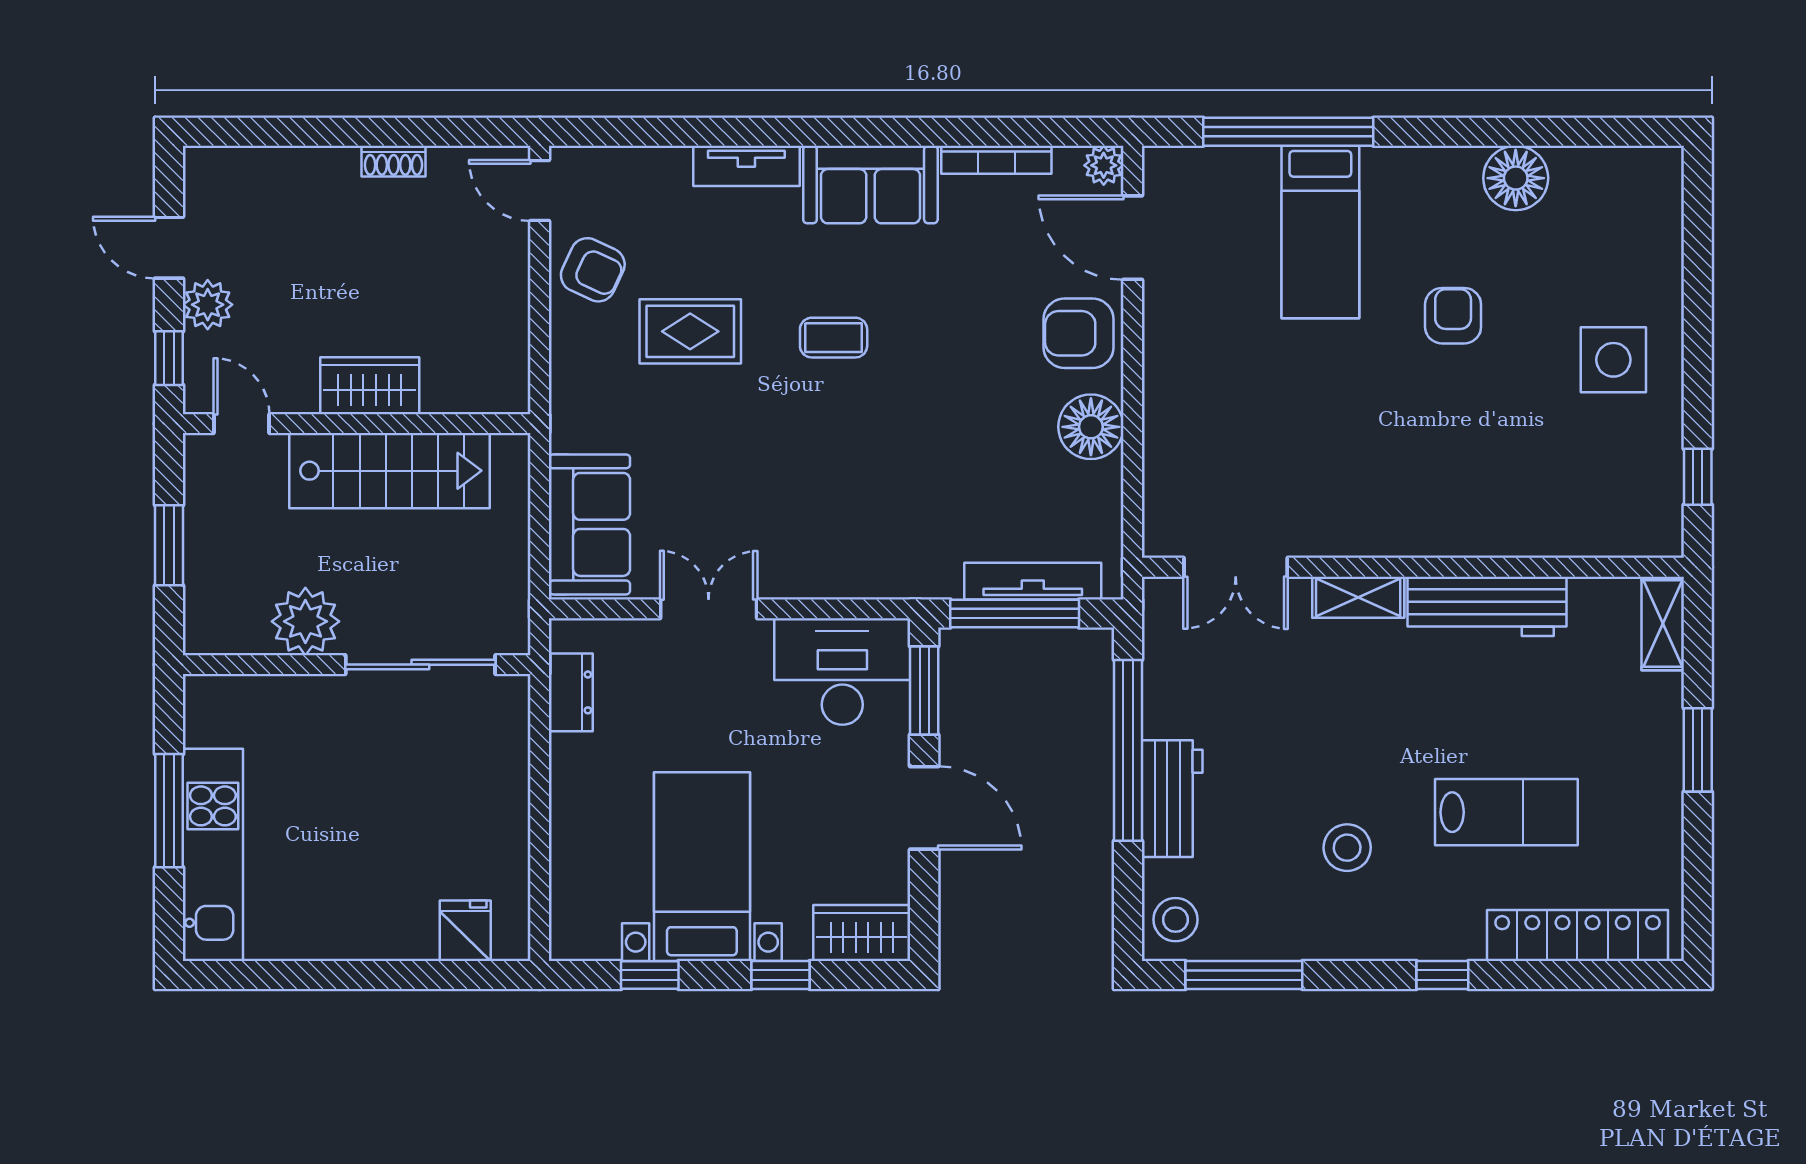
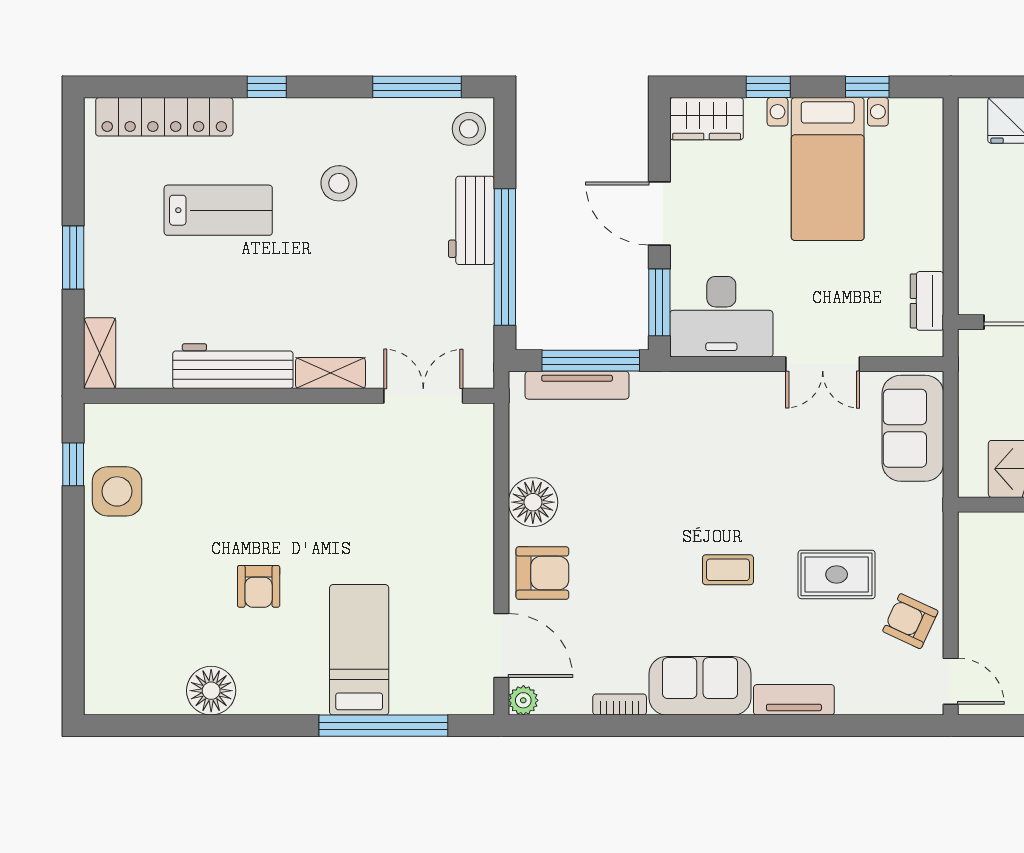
bookcase: (996, 160) -> (620, 704), width x0.64
side table: (1613, 360) -> (117, 491), moved
lab bench: (1506, 812) -> (218, 210), turned 180

